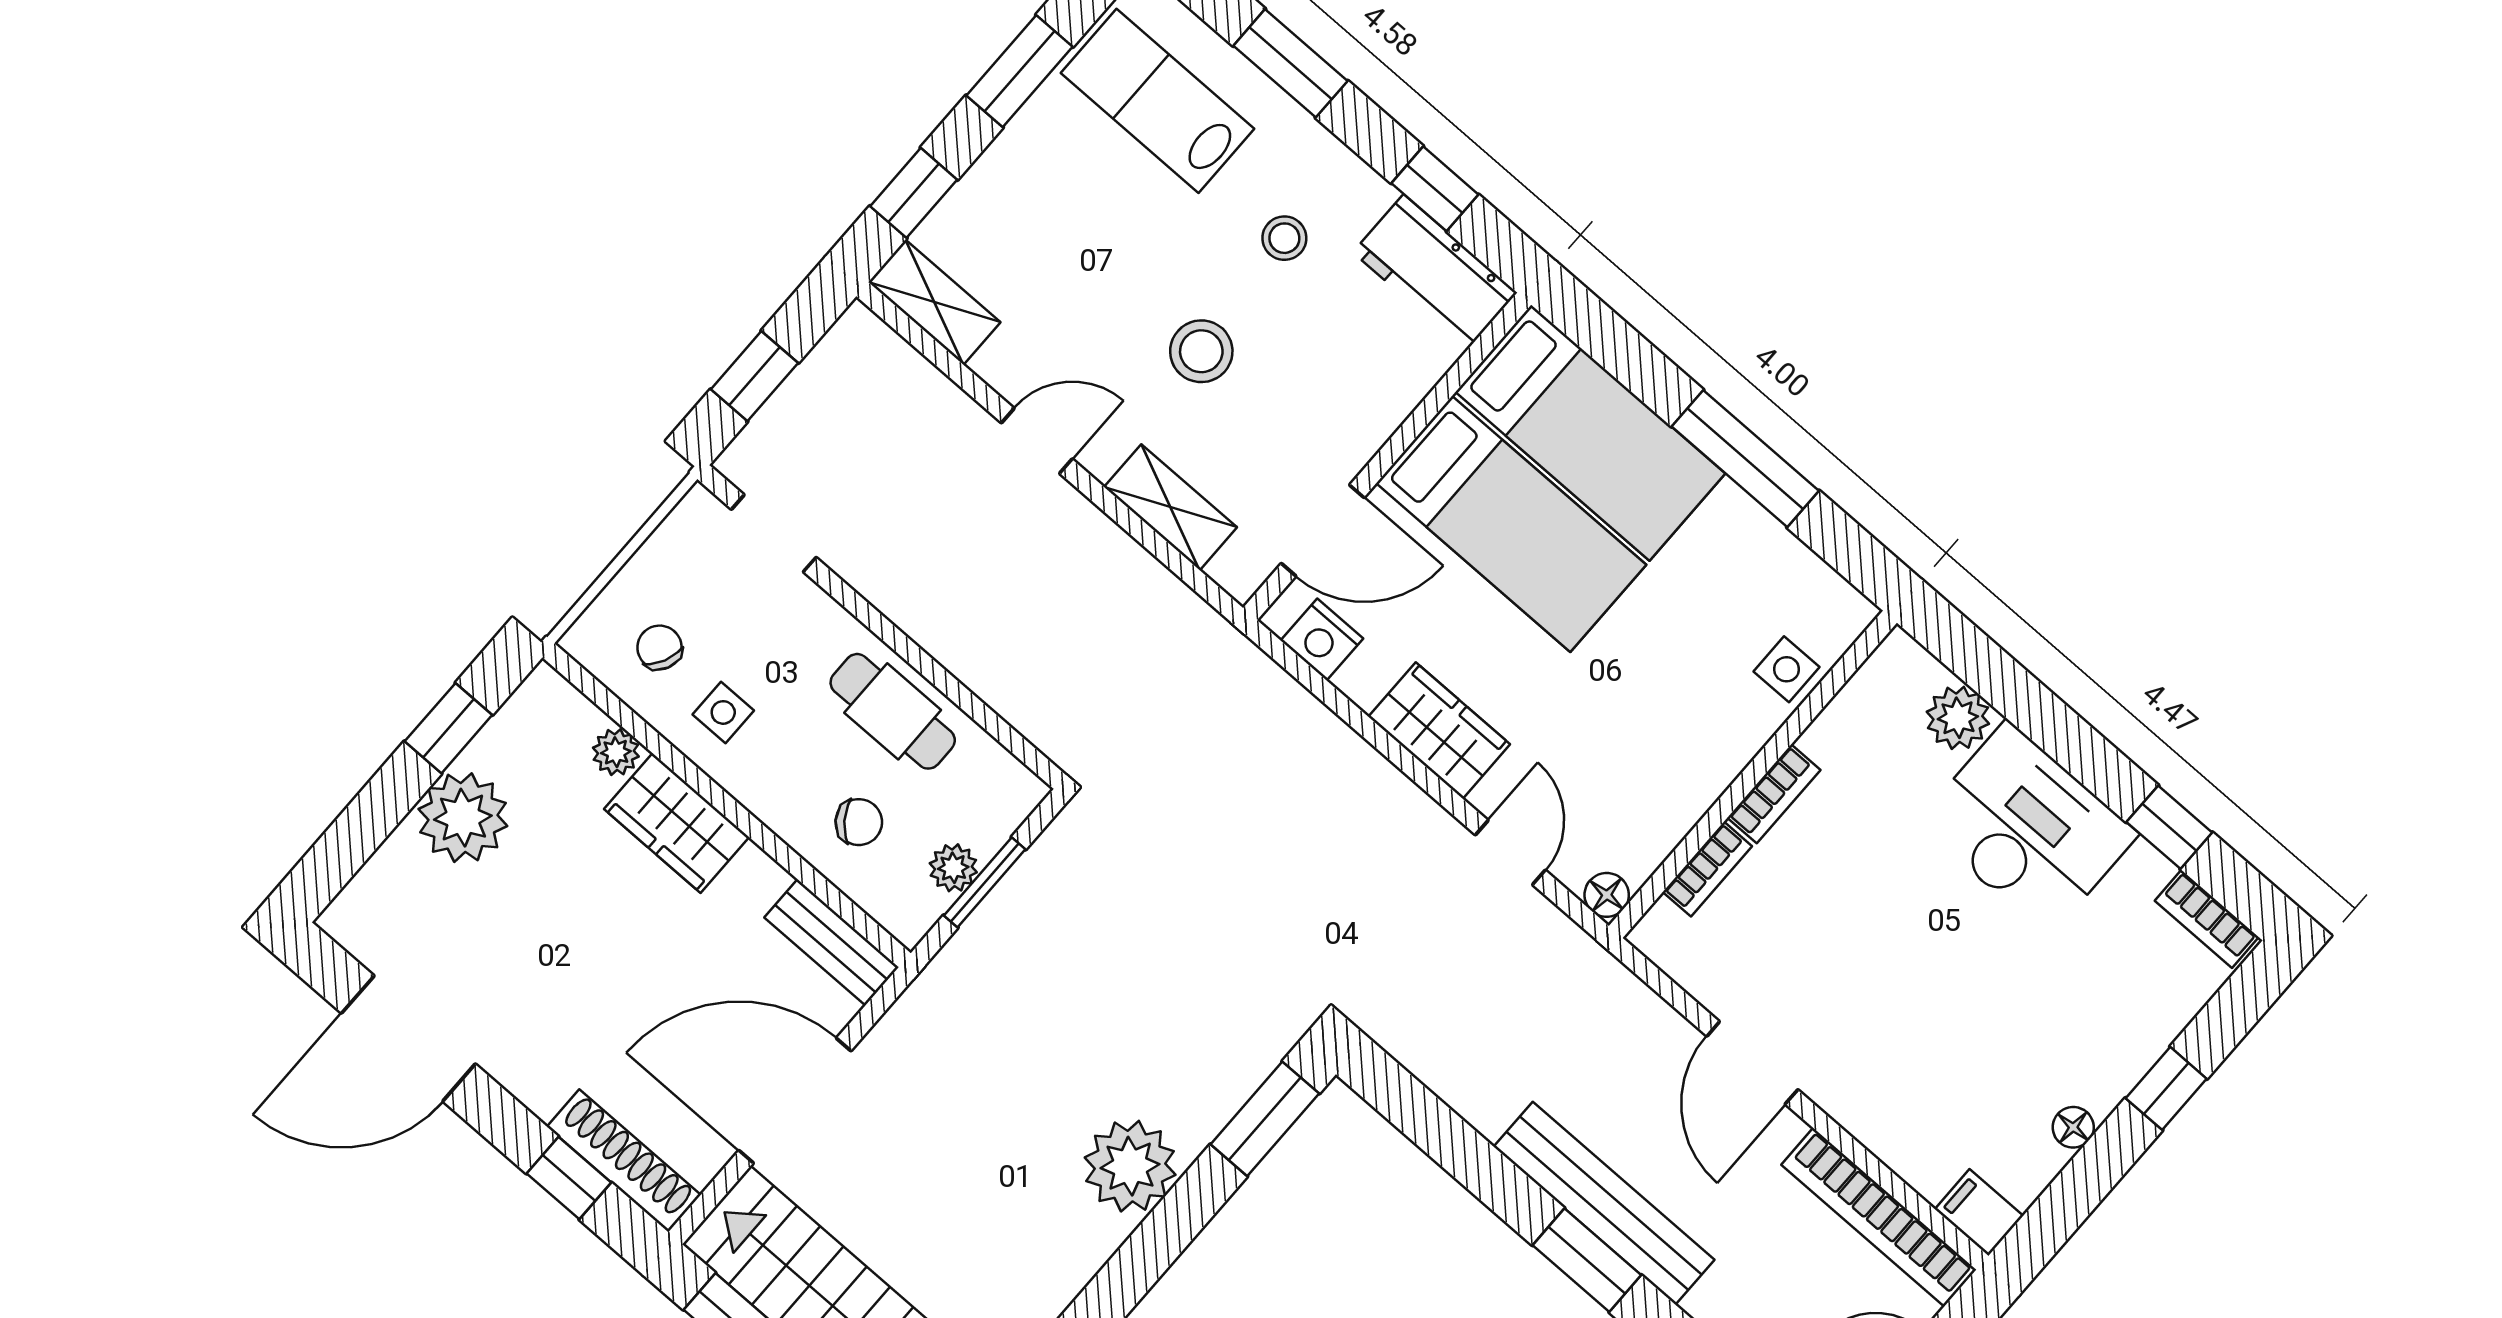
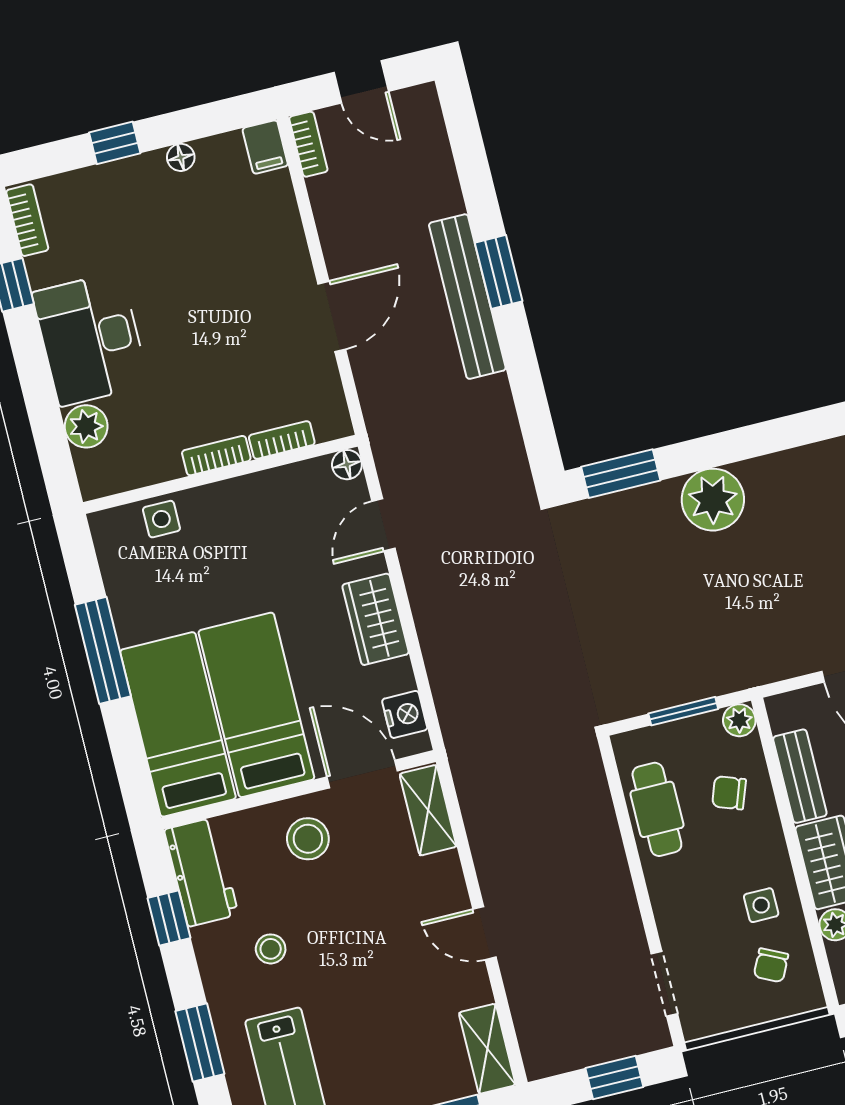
stool: (1201, 351) -> (308, 839), moved
shelving: (1170, 507) -> (428, 810), moved
cafe table: (893, 711) -> (657, 809), moved
chair: (859, 822) -> (729, 793), turned -33
plant: (953, 868) -> (739, 720), moved
bench: (831, 942) -> (800, 776), moved
bookcase: (1879, 1217) -> (308, 144), width x0.43, depth x0.76

